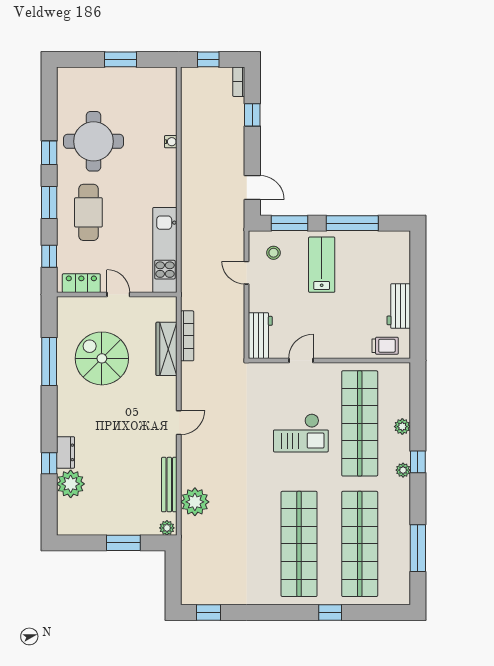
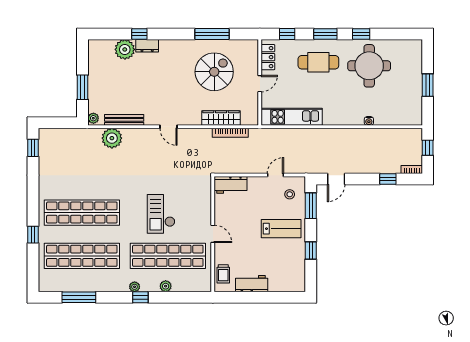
window: (352, 223) -> (311, 251), width x0.46
door: (301, 360) -> (213, 234), moved

